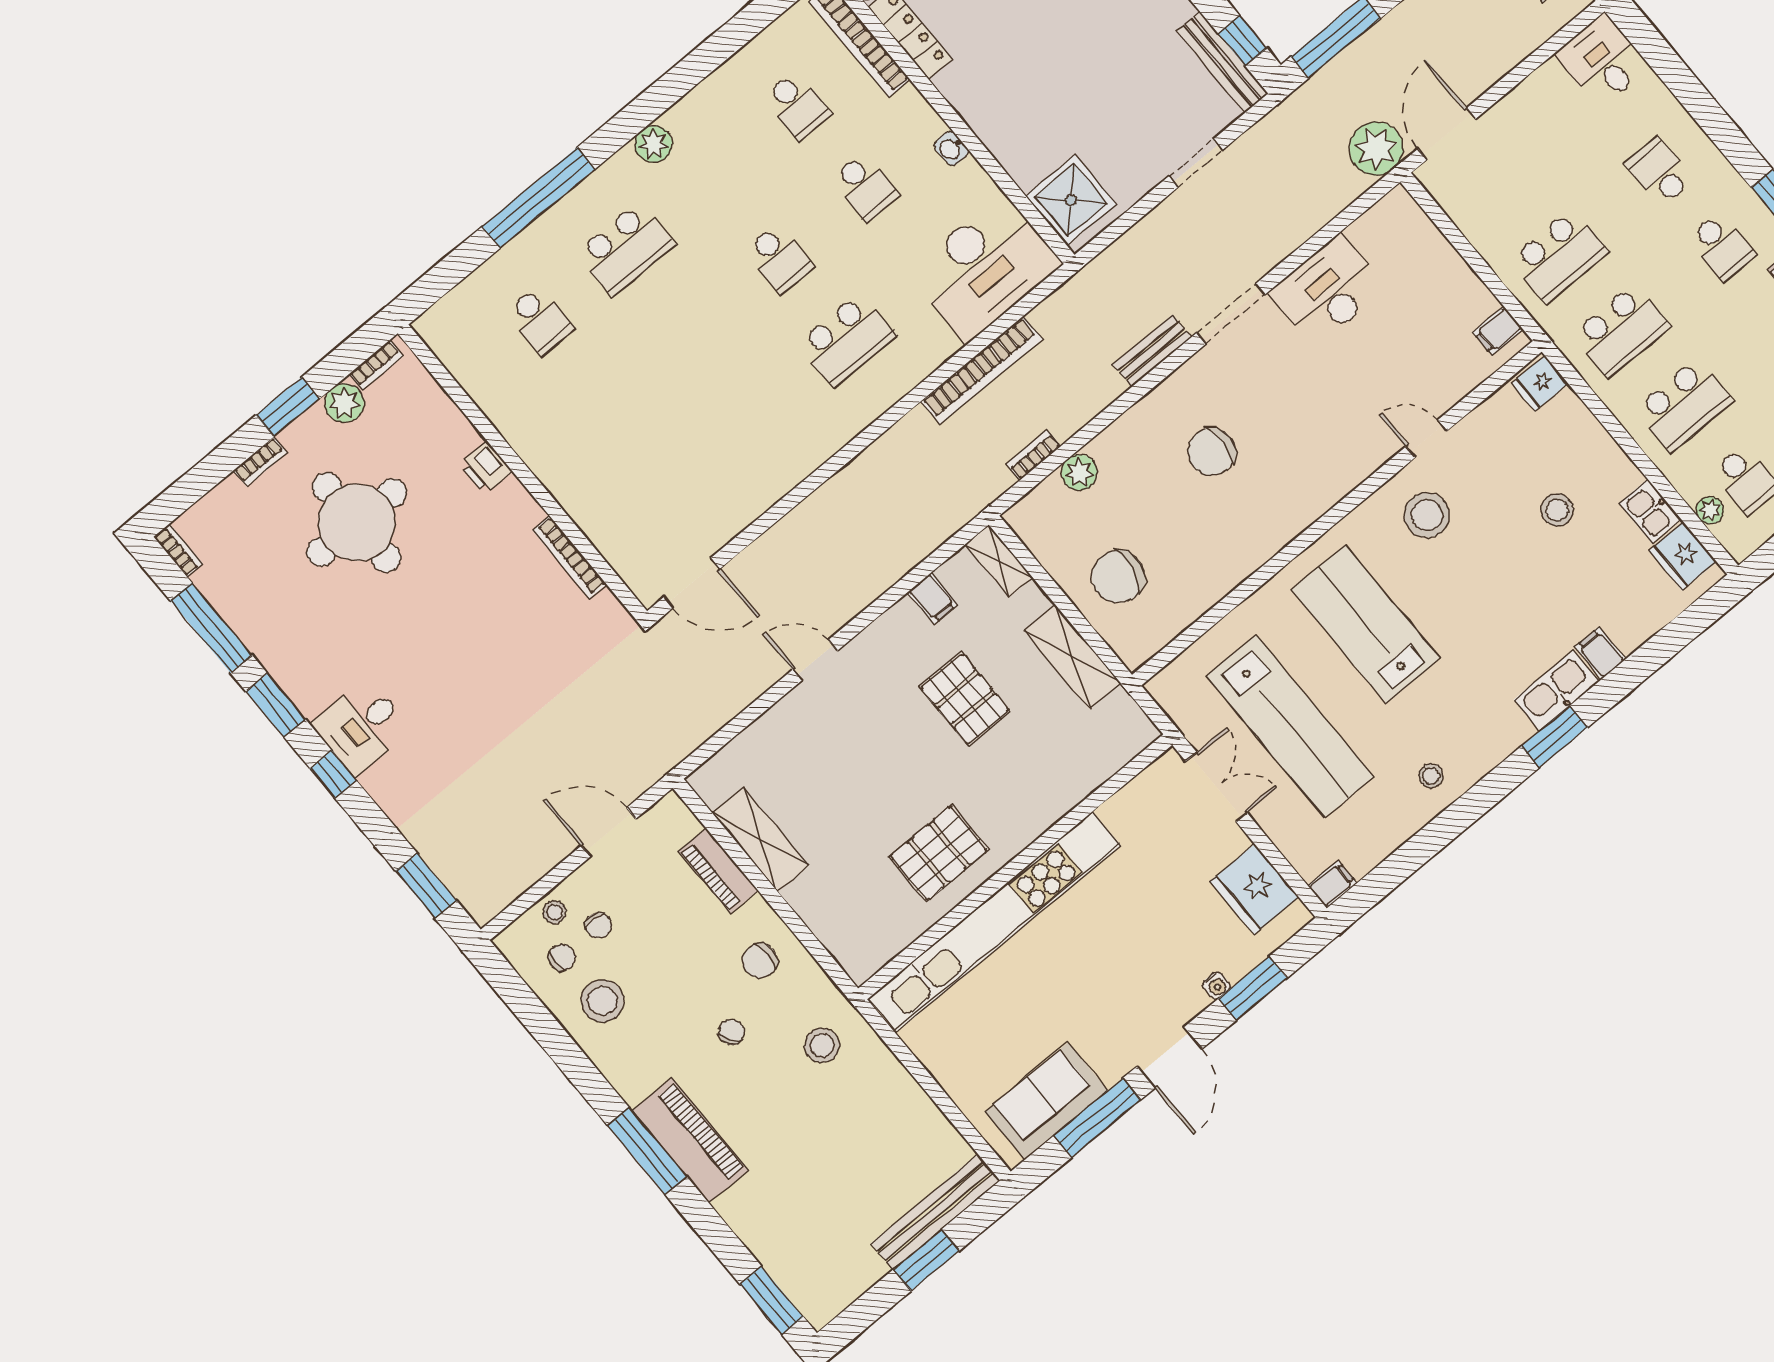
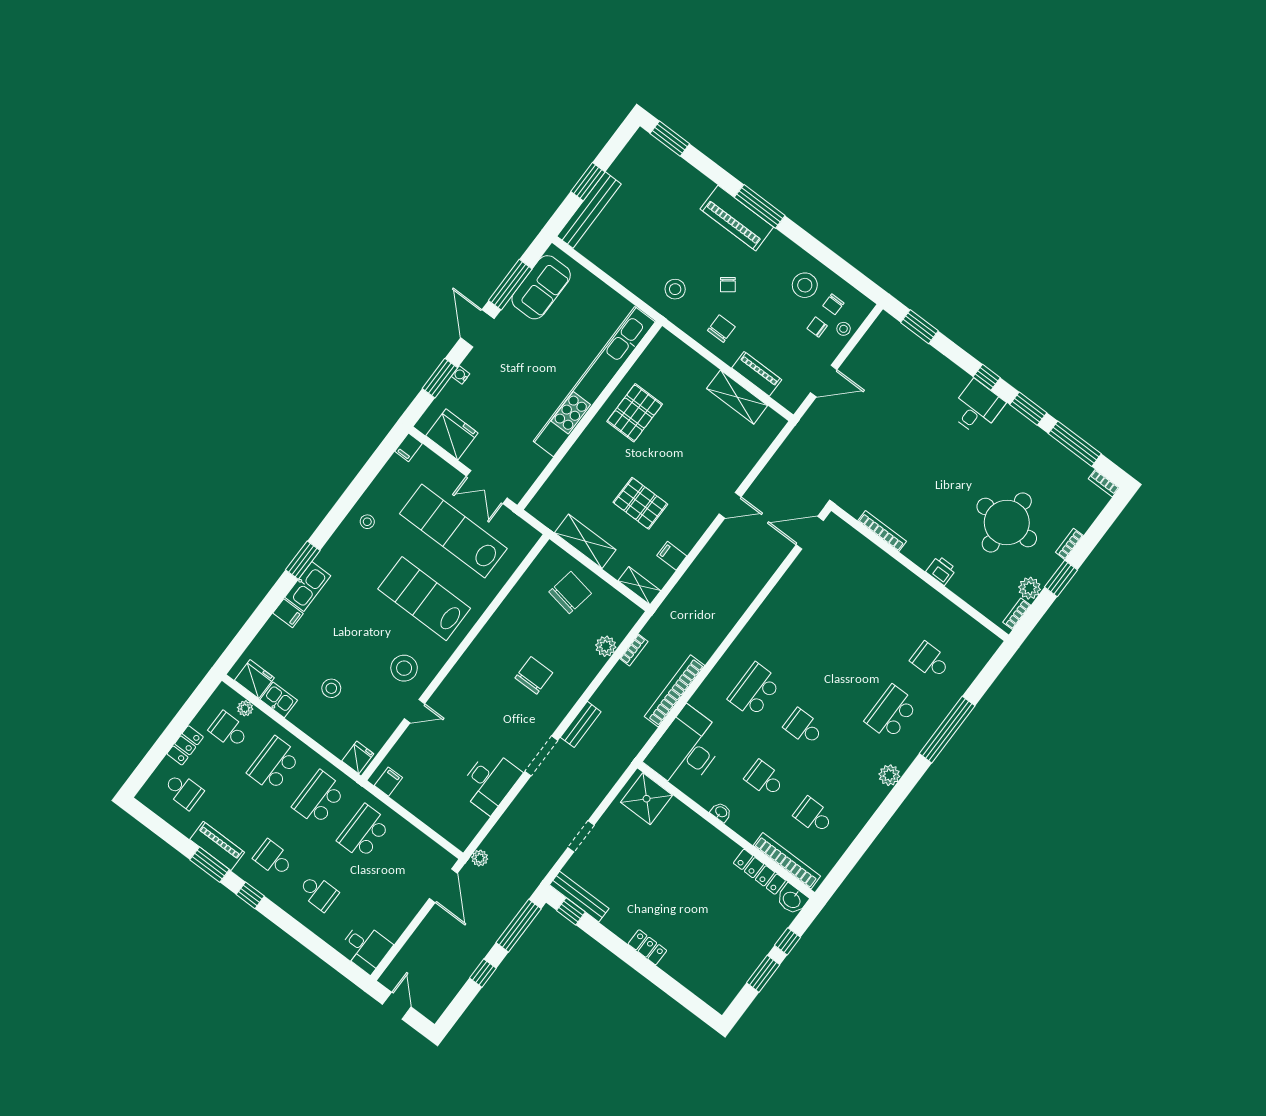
plant: (1376, 149) -> (480, 858), width x0.53, depth x0.53
lab bench: (1366, 624) -> (424, 599), turned 180

